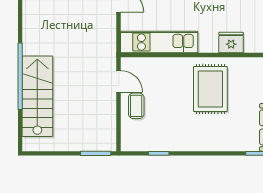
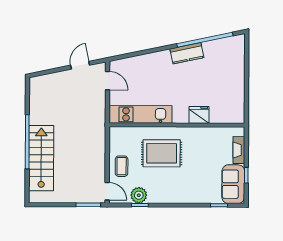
door: (119, 82) -> (107, 191), moved
rug: (210, 89) -> (162, 153), moved, turned 90
plant: (157, 141) -> (139, 195), added

